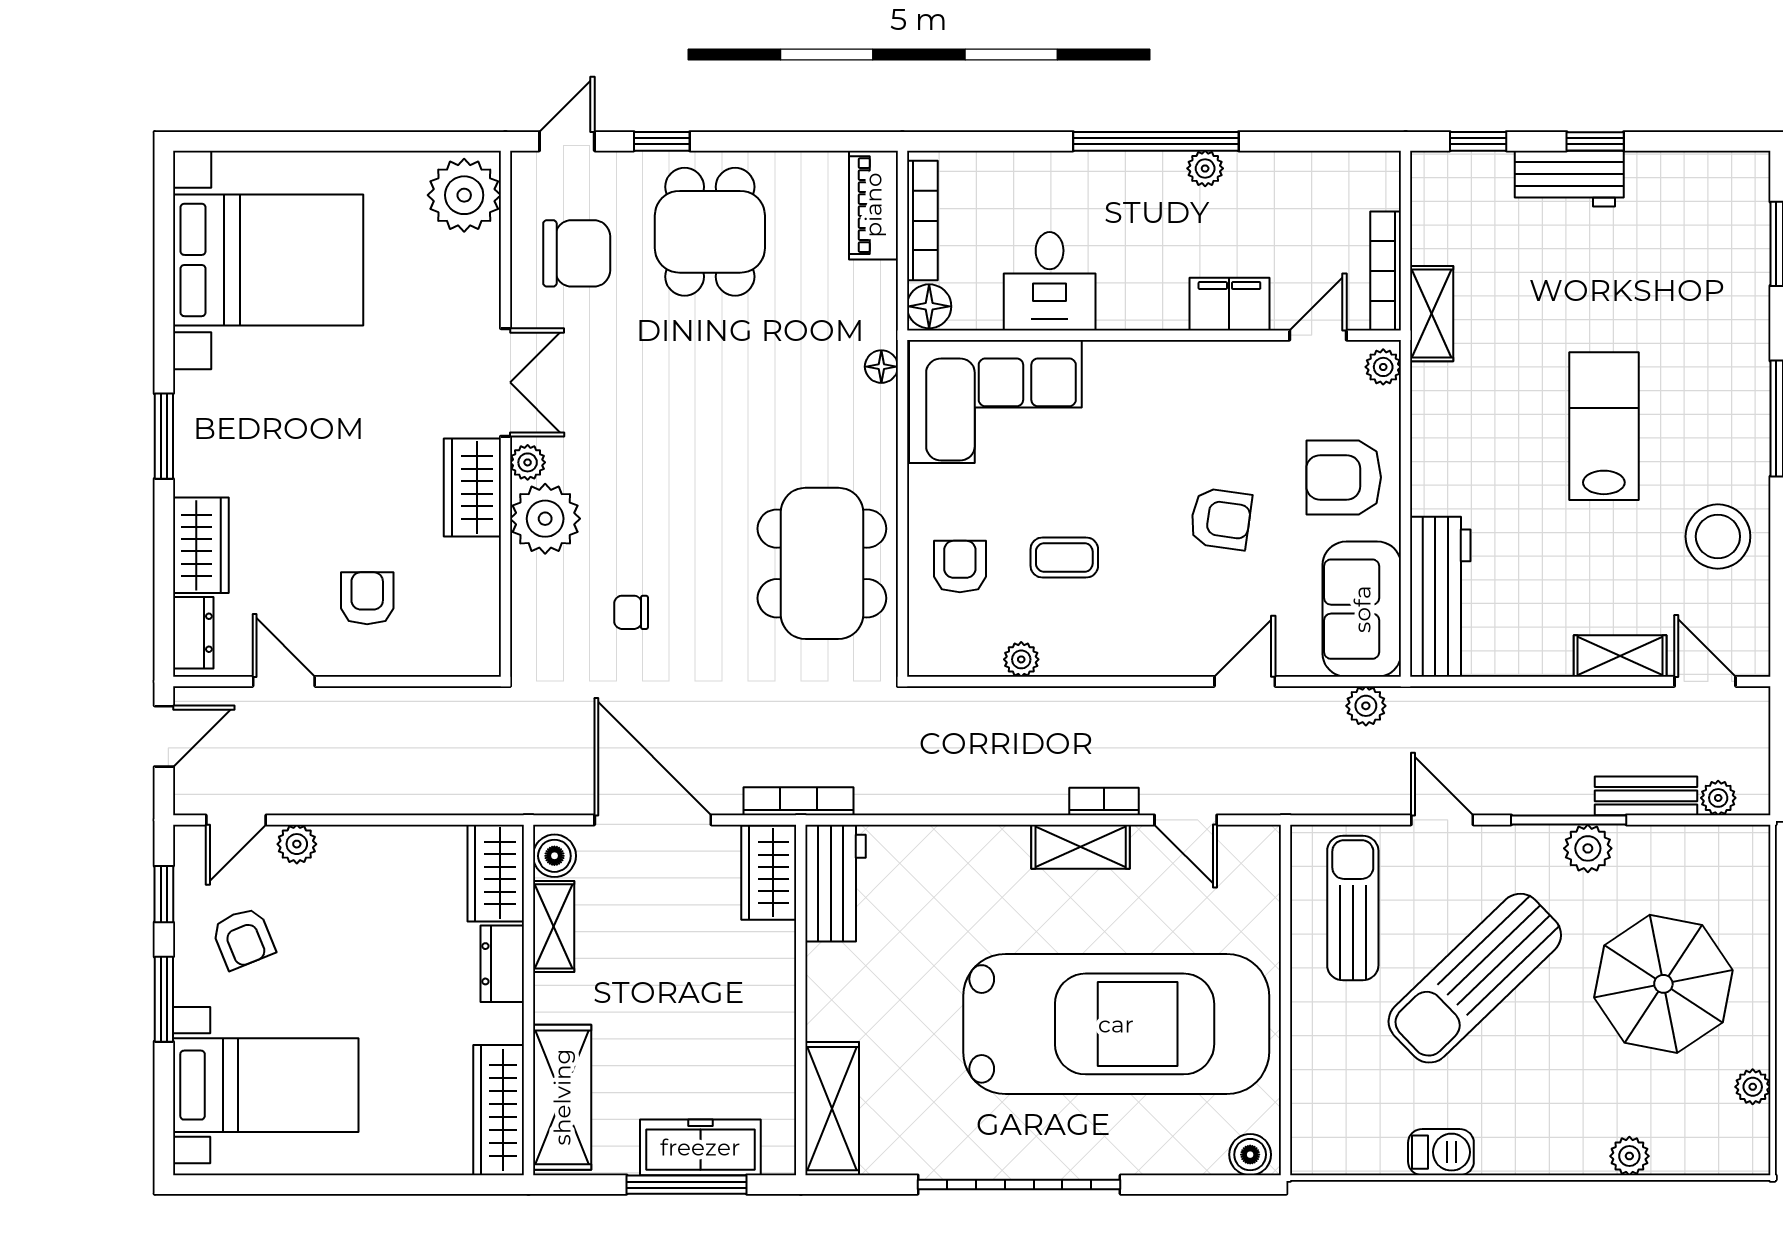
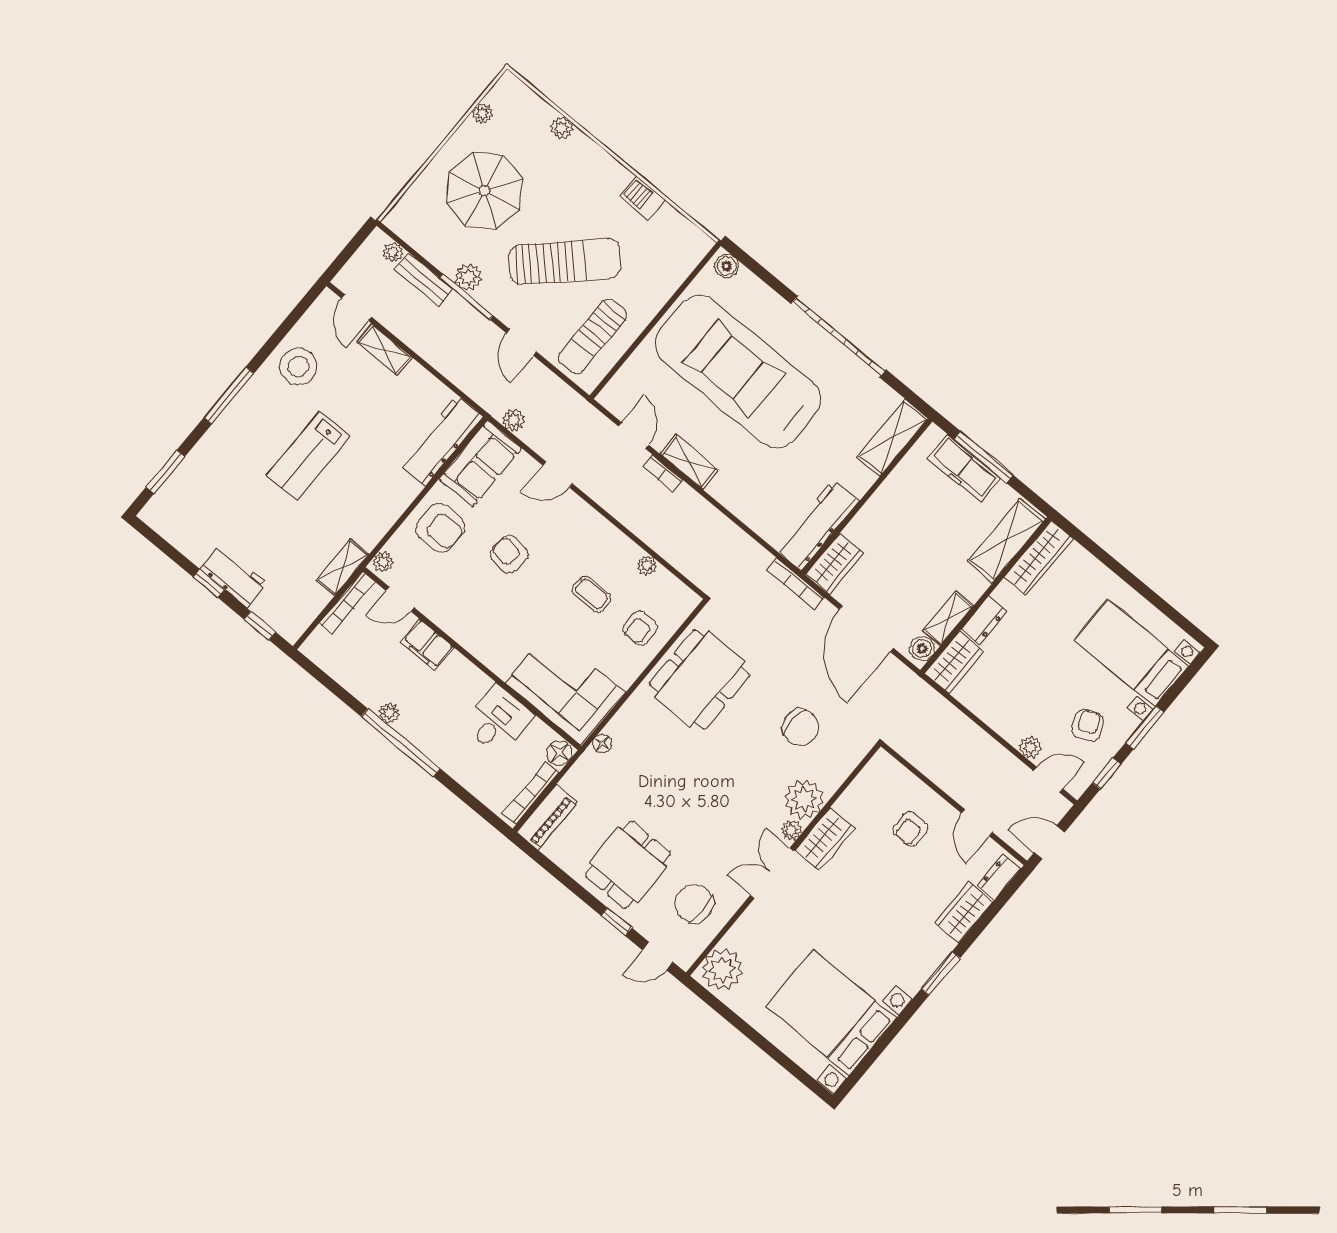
chair: (631, 612) -> (800, 727), width x1.87, depth x1.87
workbench: (836, 883) -> (817, 525), width x1.38

